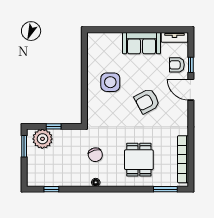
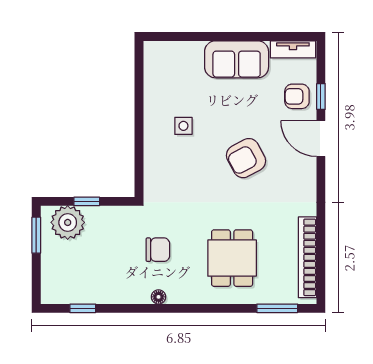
side table: (110, 82) -> (183, 126), width x0.54, depth x0.54
chair: (95, 155) -> (158, 250), turned -74

